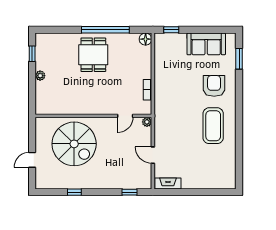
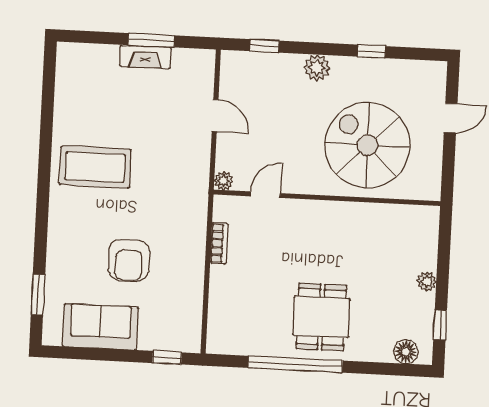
floor lamp: (146, 39) -> (406, 352), moved
armchair: (214, 86) -> (129, 260), moved
coffee table: (213, 126) -> (95, 167), turned 90
plant: (102, 182) -> (317, 68), added
fireplace: (168, 183) -> (145, 57), moved
window: (188, 192) -> (151, 40), added

